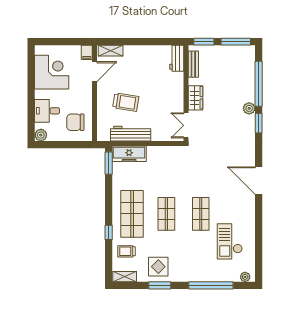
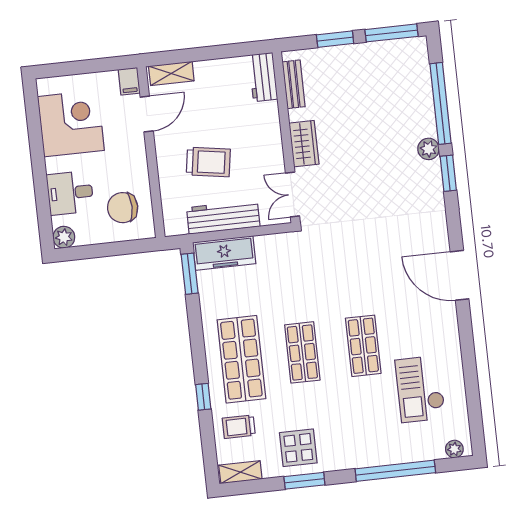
workbench: (177, 58) -> (263, 77), moved
bench: (193, 64) -> (294, 84), moved
wall: (186, 93) -> (286, 137), moved
wardrobe: (195, 98) -> (304, 144), moved
double door: (186, 125) -> (293, 194), moved

